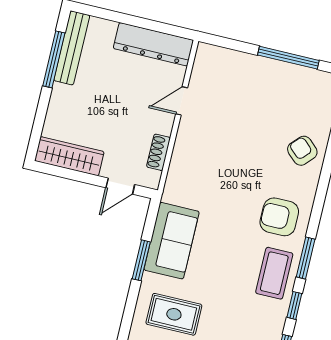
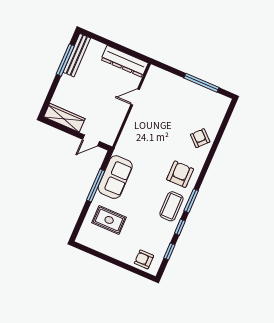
shoe rack: (158, 152) -> (117, 124), removed
armchair: (279, 217) -> (180, 174), turned 90
window: (141, 260) -> (96, 185), width x1.44

